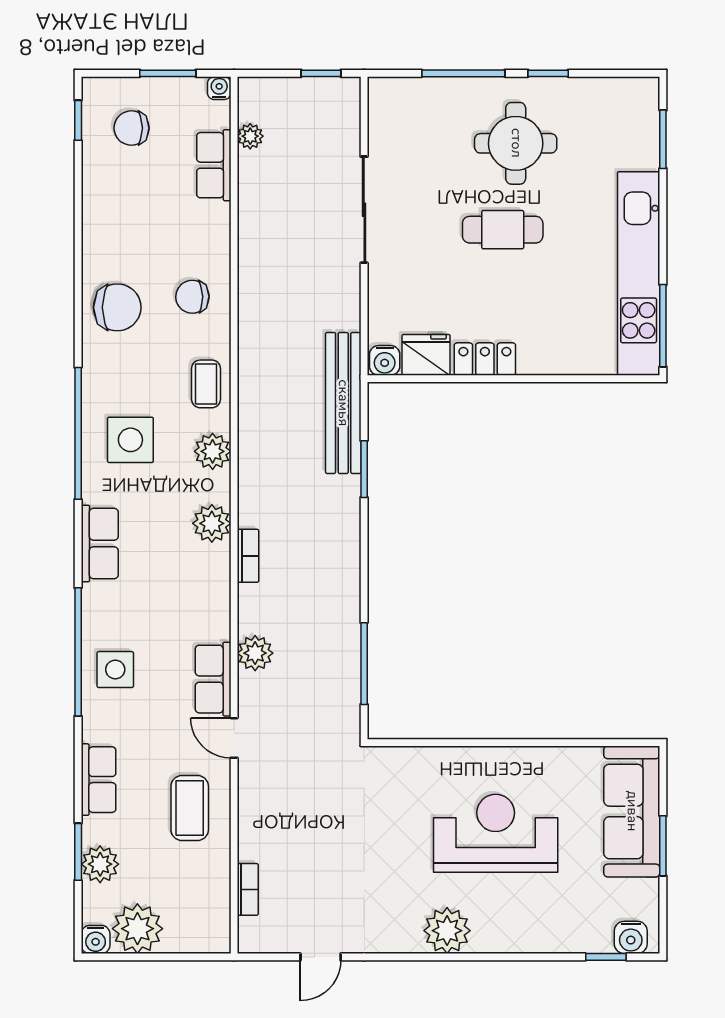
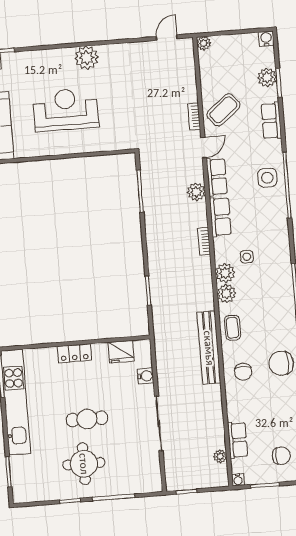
chair: (192, 297) -> (243, 372), turned 91
locker: (485, 359) -> (74, 353), moved
water cooler: (385, 360) -> (146, 376), moved, turned 90
bench: (343, 403) -> (209, 348), moved
side table: (130, 440) -> (247, 257), moved, width x0.54, depth x0.54
plant: (212, 523) -> (225, 273), moved
row of seats: (100, 543) -> (220, 217), moved, turned 180
door: (234, 738) -> (204, 148), hinge flipped
coffee table: (190, 808) -> (223, 110), turned 51
reception desk: (496, 833) -> (66, 110), turned 180
bookcase: (248, 889) -> (194, 117), moved
plant: (137, 929) -> (204, 43), moved, width x0.53, depth x0.53
door: (321, 957) -> (167, 38), moved

